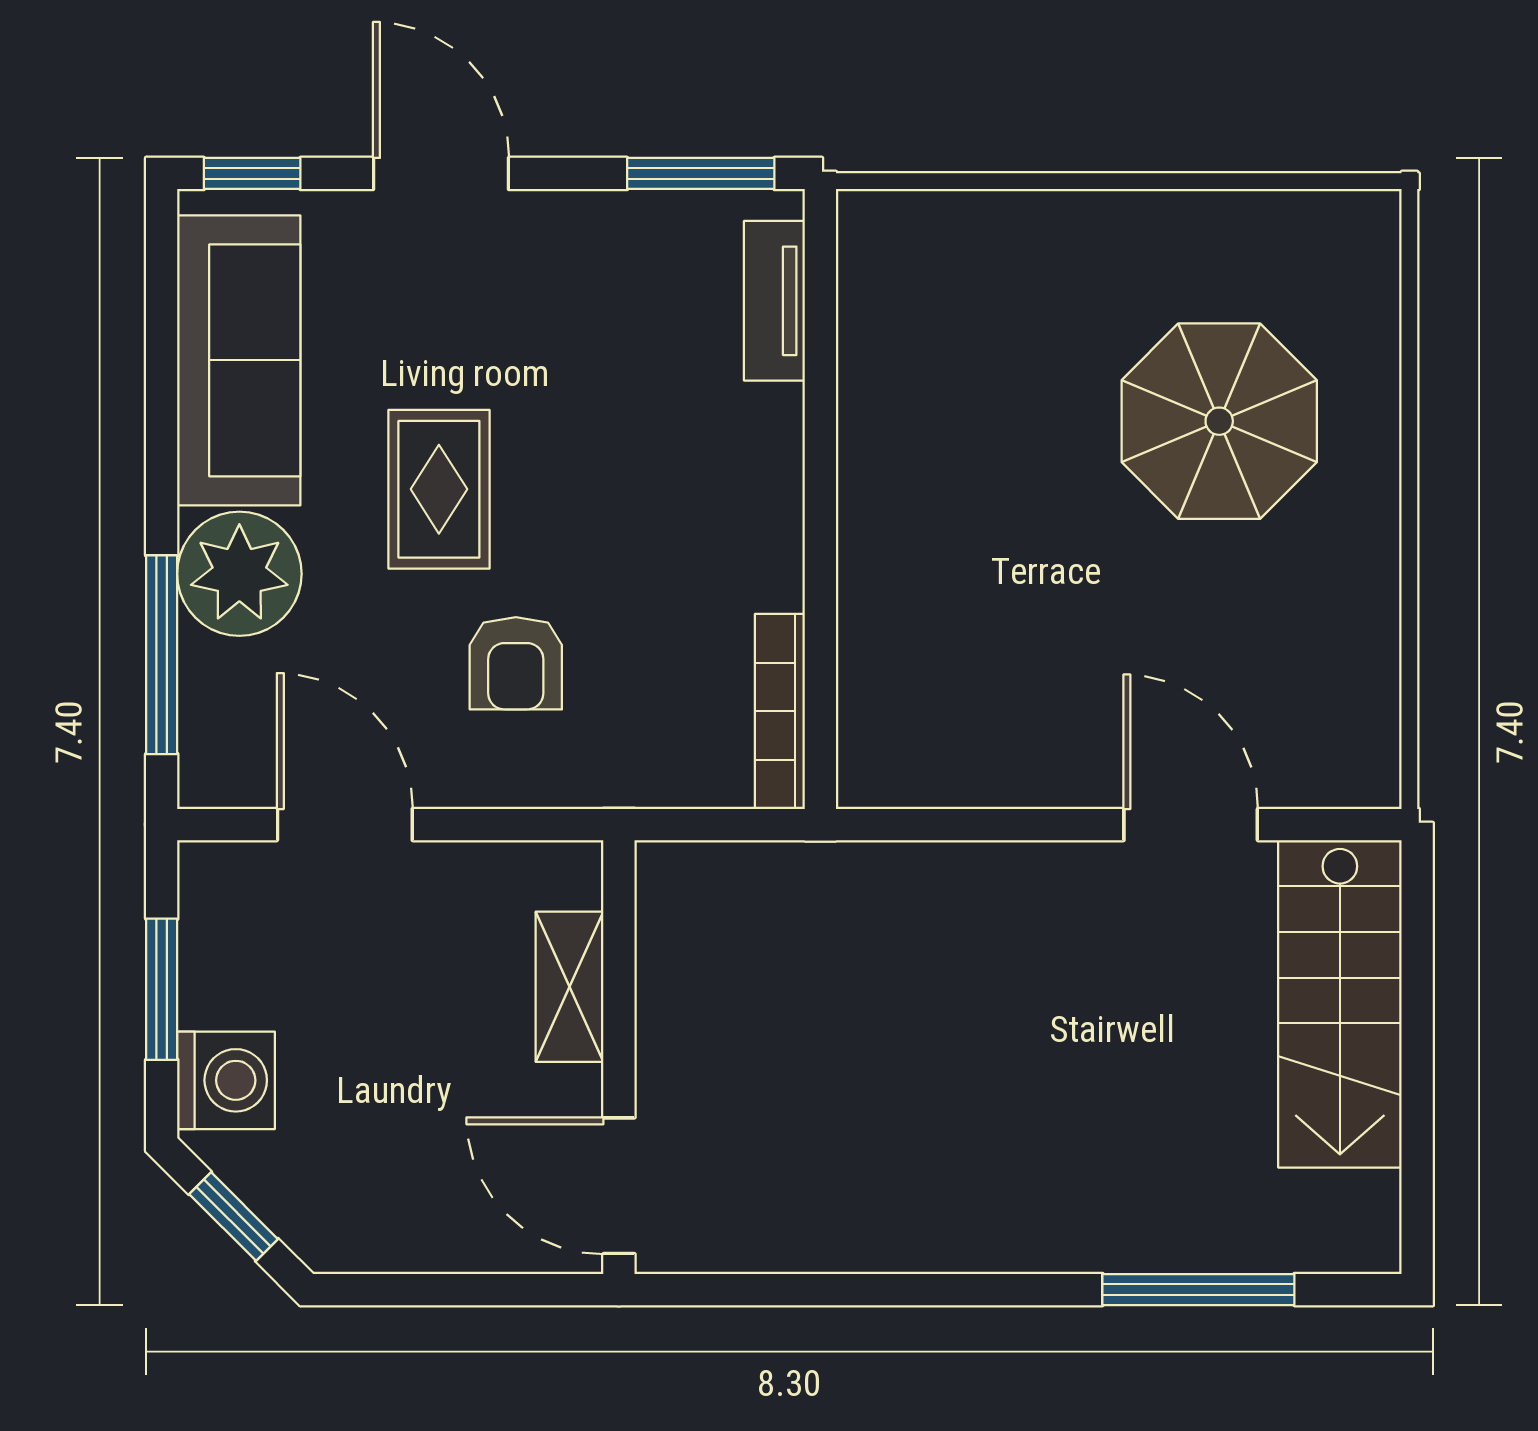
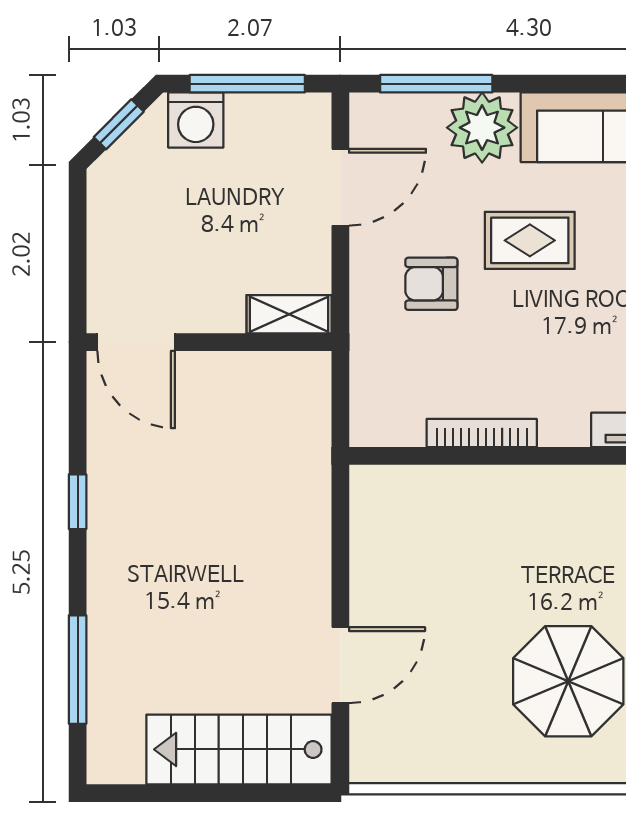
bookcase: (780, 711) -> (482, 433), moved
shelving: (570, 987) -> (289, 314), moved
window: (162, 989) -> (247, 84), width x1.44
door: (619, 1186) -> (136, 342), swing flipped
window: (901, 1290) -> (78, 502), added

